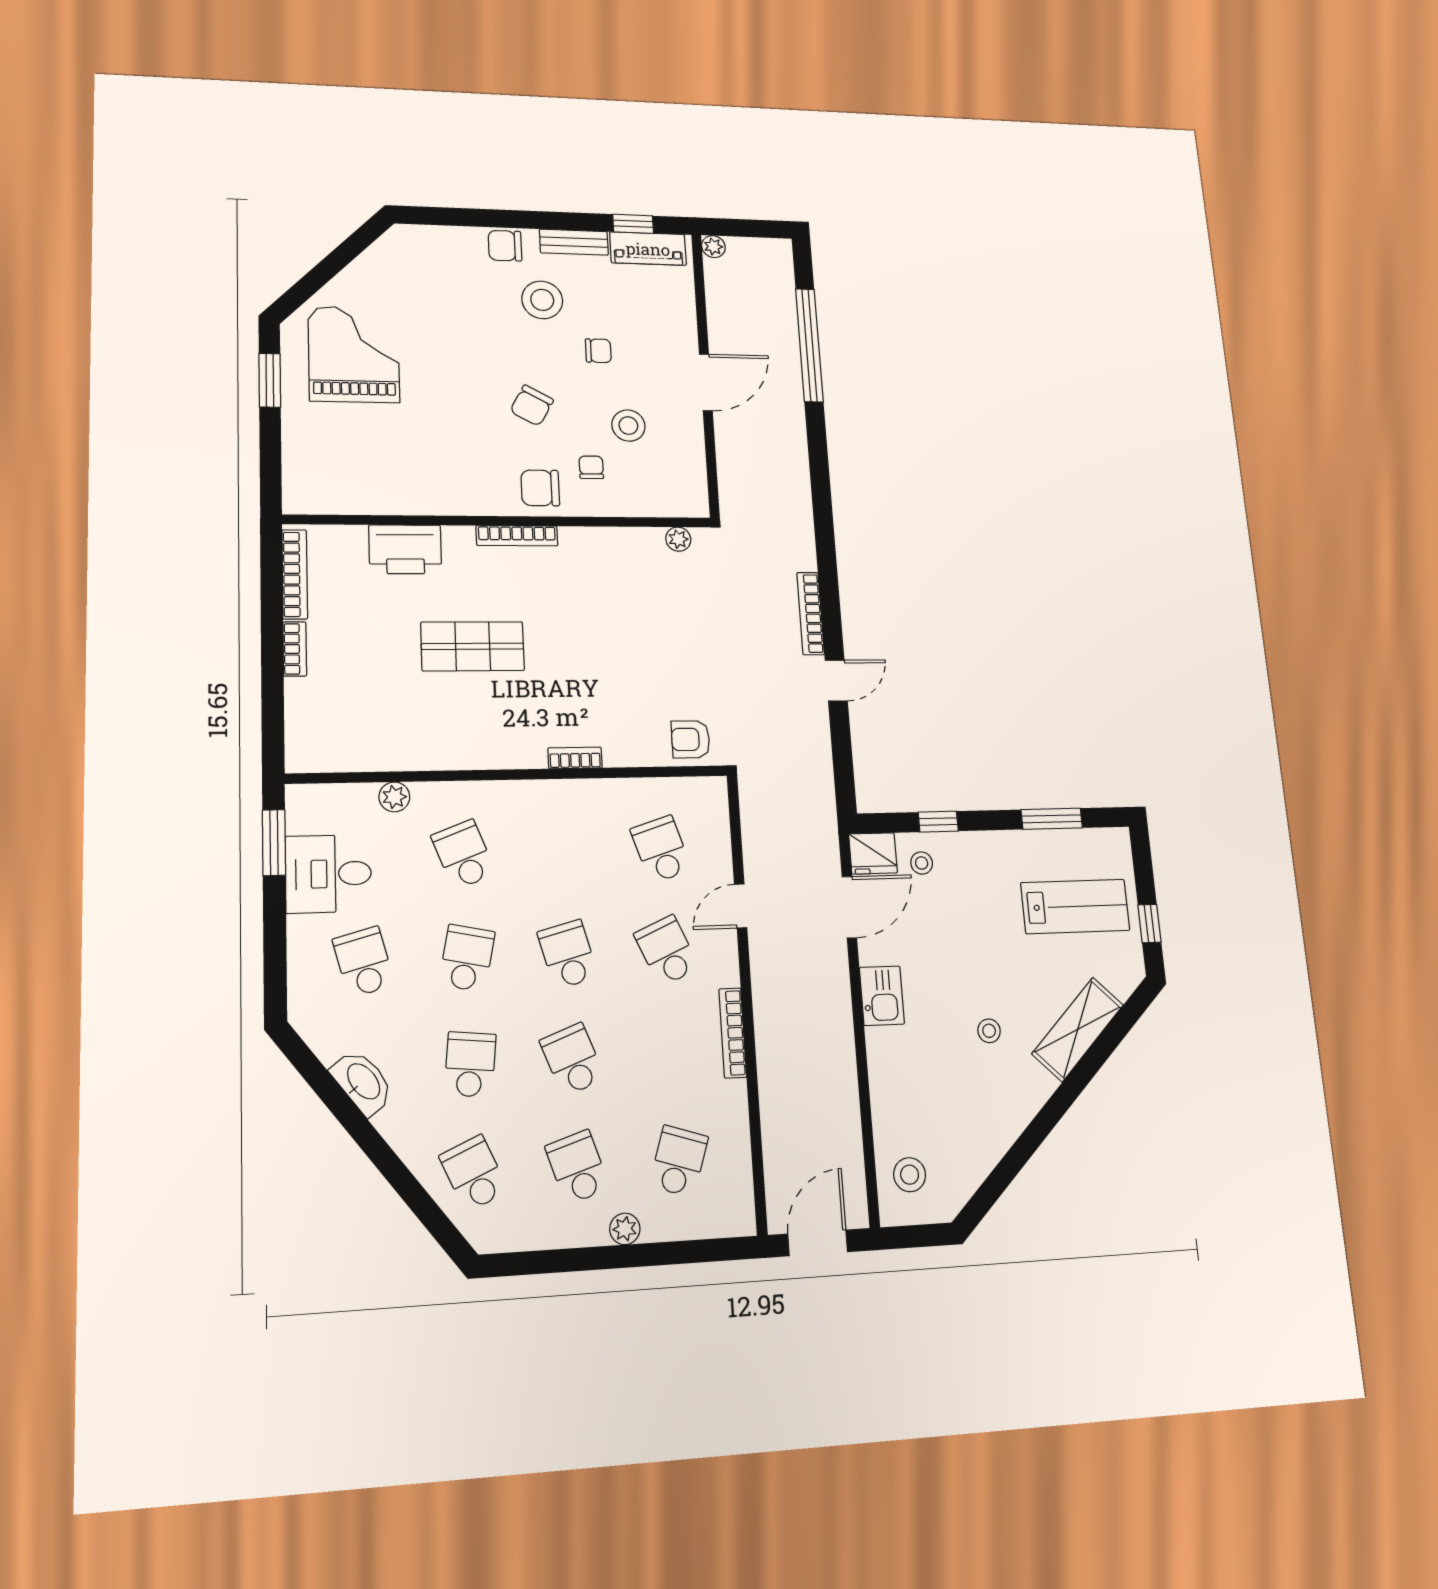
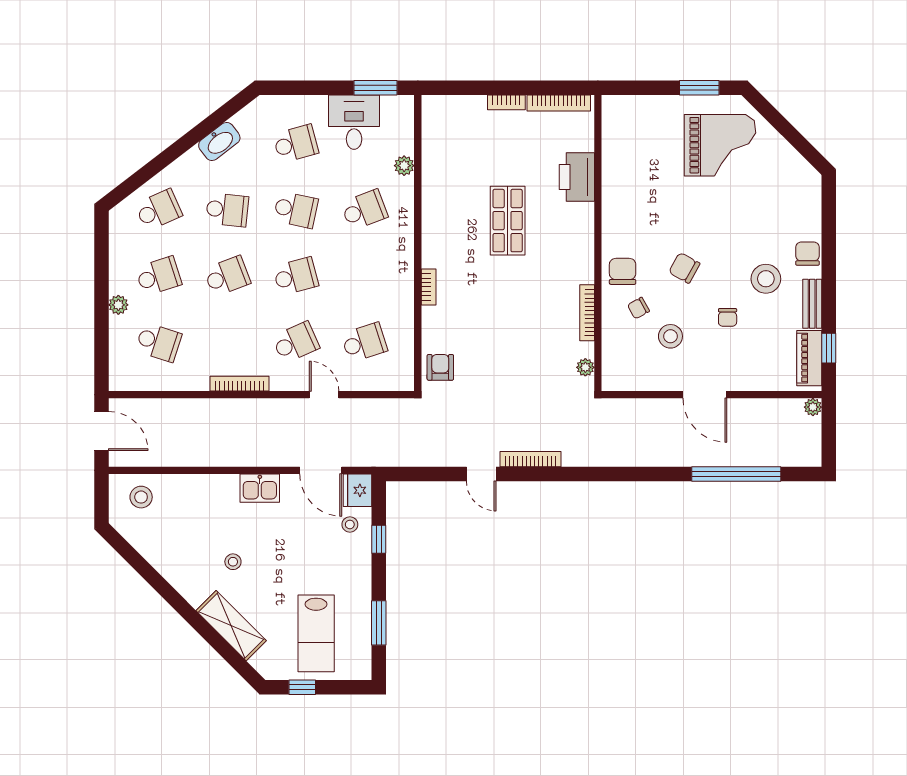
chair: (591, 467) -> (638, 308), turned 151
bookcase: (517, 536) -> (587, 313), moved

